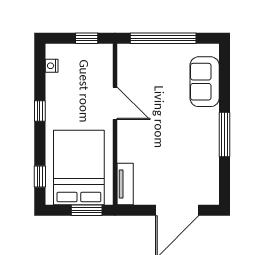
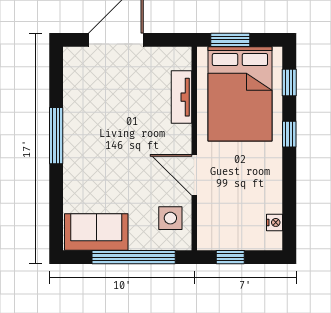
side table: (134, 69) -> (170, 218), added
sofa: (205, 82) -> (96, 232), moved, turned -90
window: (40, 111) -> (289, 134), moved
tv unit: (125, 184) -> (181, 97), moved

